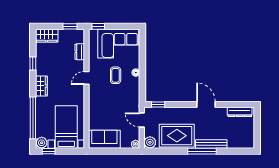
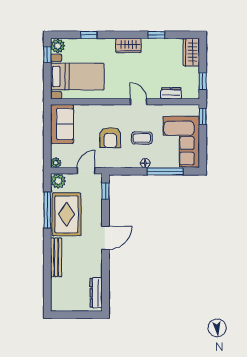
window: (142, 57) -> (165, 171), added
armchair: (115, 101) -> (110, 138), added
door: (206, 104) -> (105, 238), moved
window: (33, 118) -> (89, 35), width x0.32
window: (202, 151) -> (47, 210), moved

